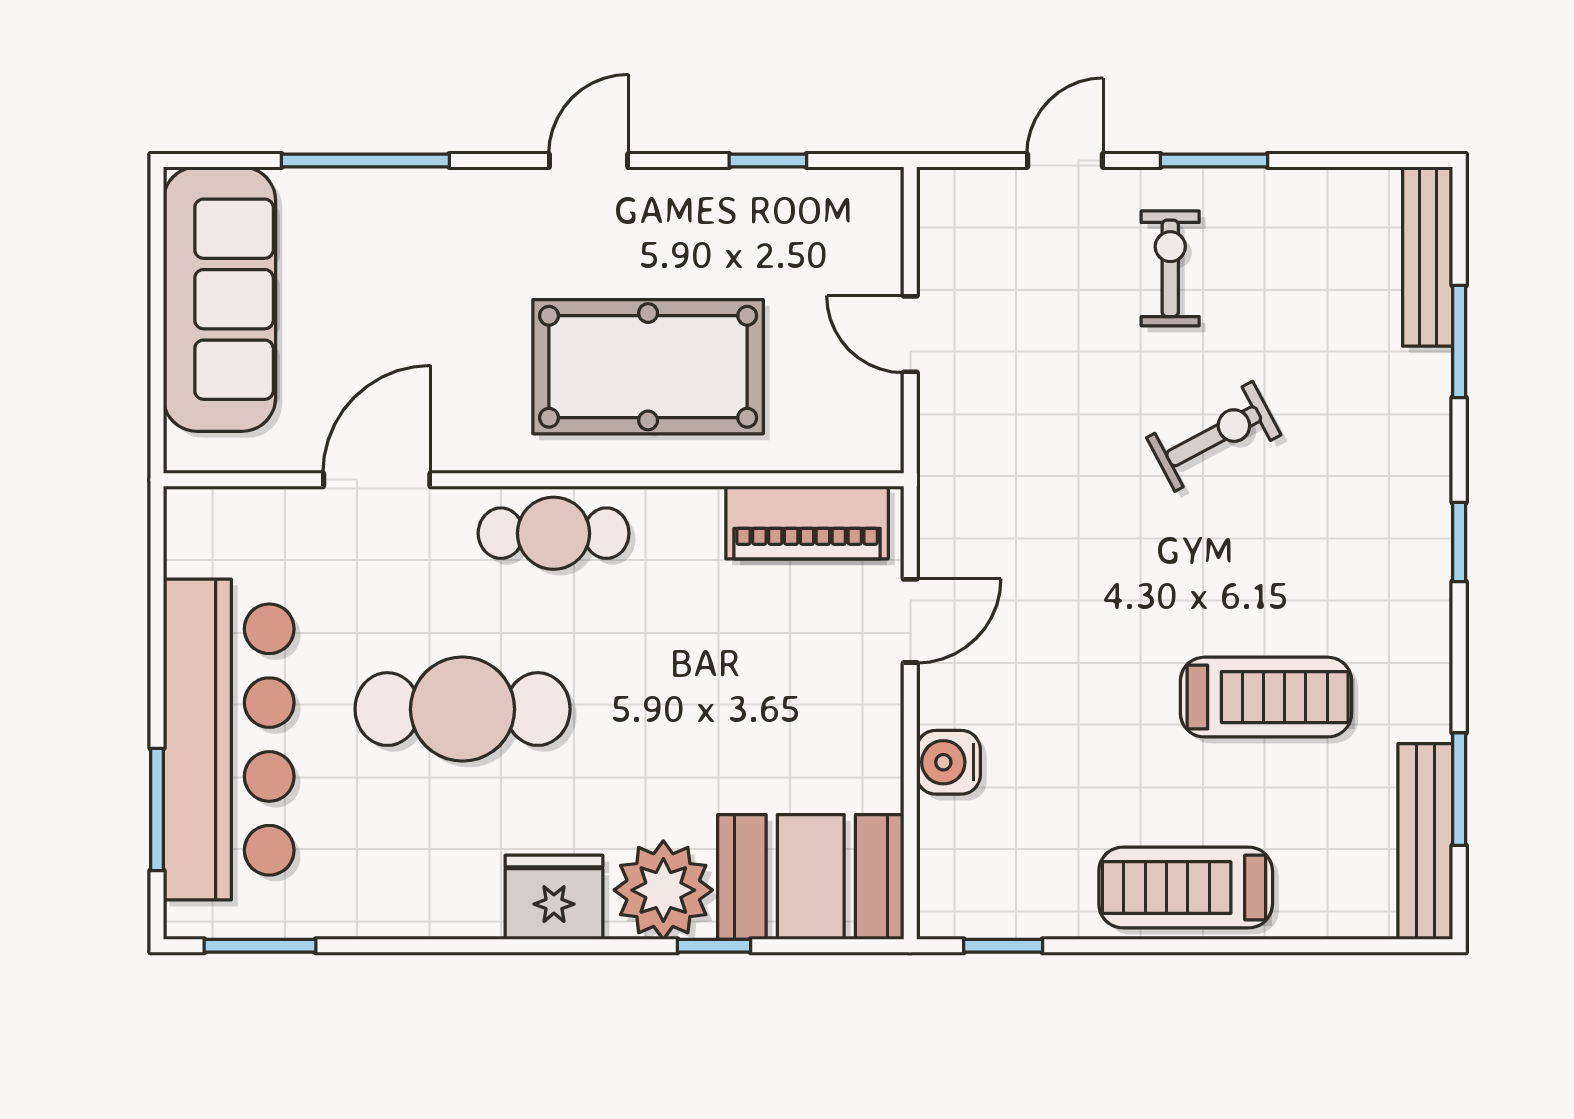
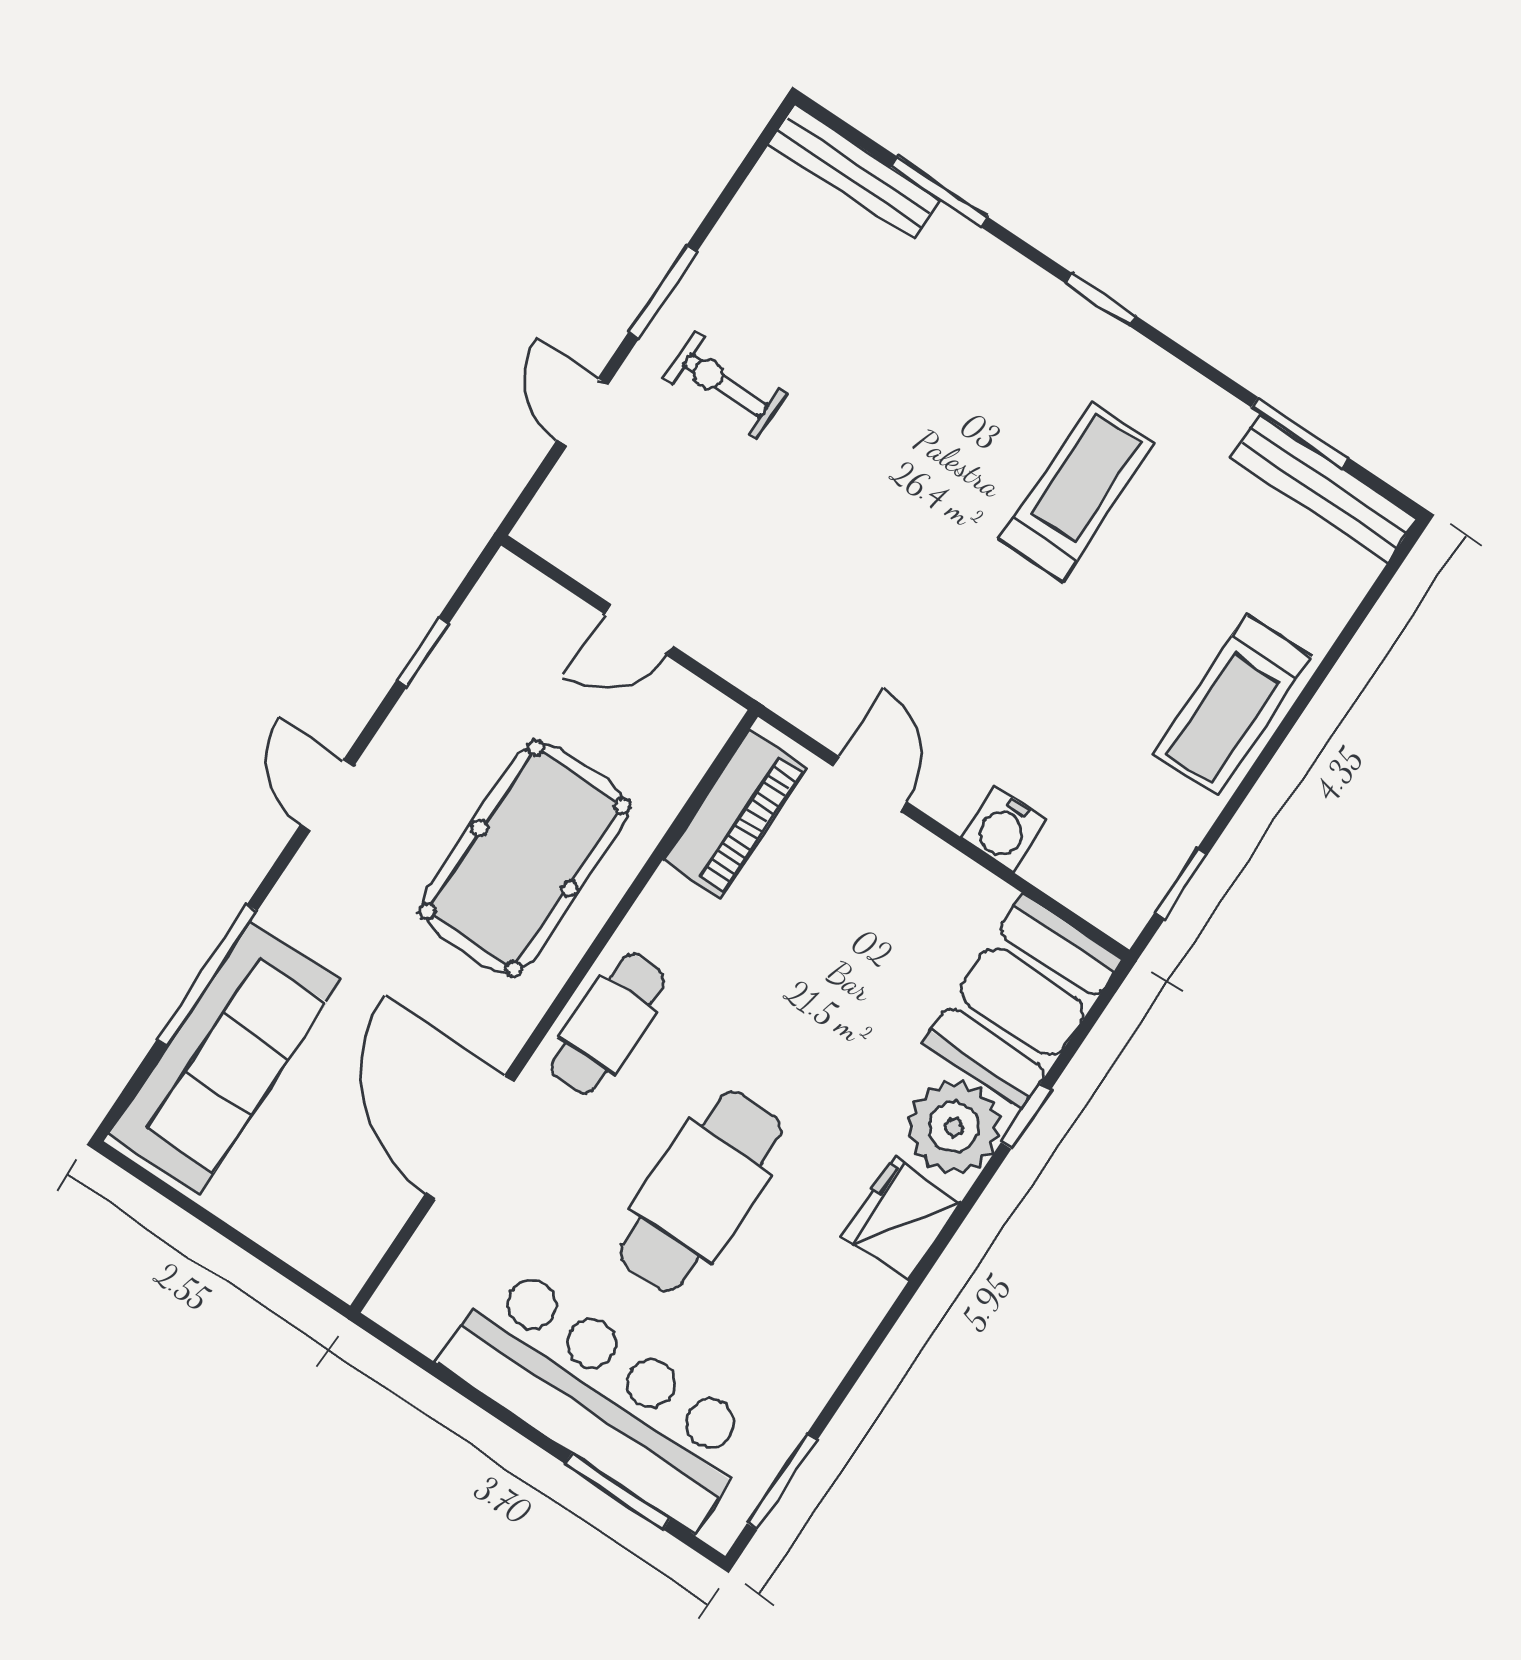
sofa: (219, 299) -> (225, 1057), moved, turned 90
exercise bike: (1214, 436) -> (884, 441), removed
door: (377, 480) -> (470, 1137), width x1.36
treadmill: (1266, 697) -> (1077, 492), moved

